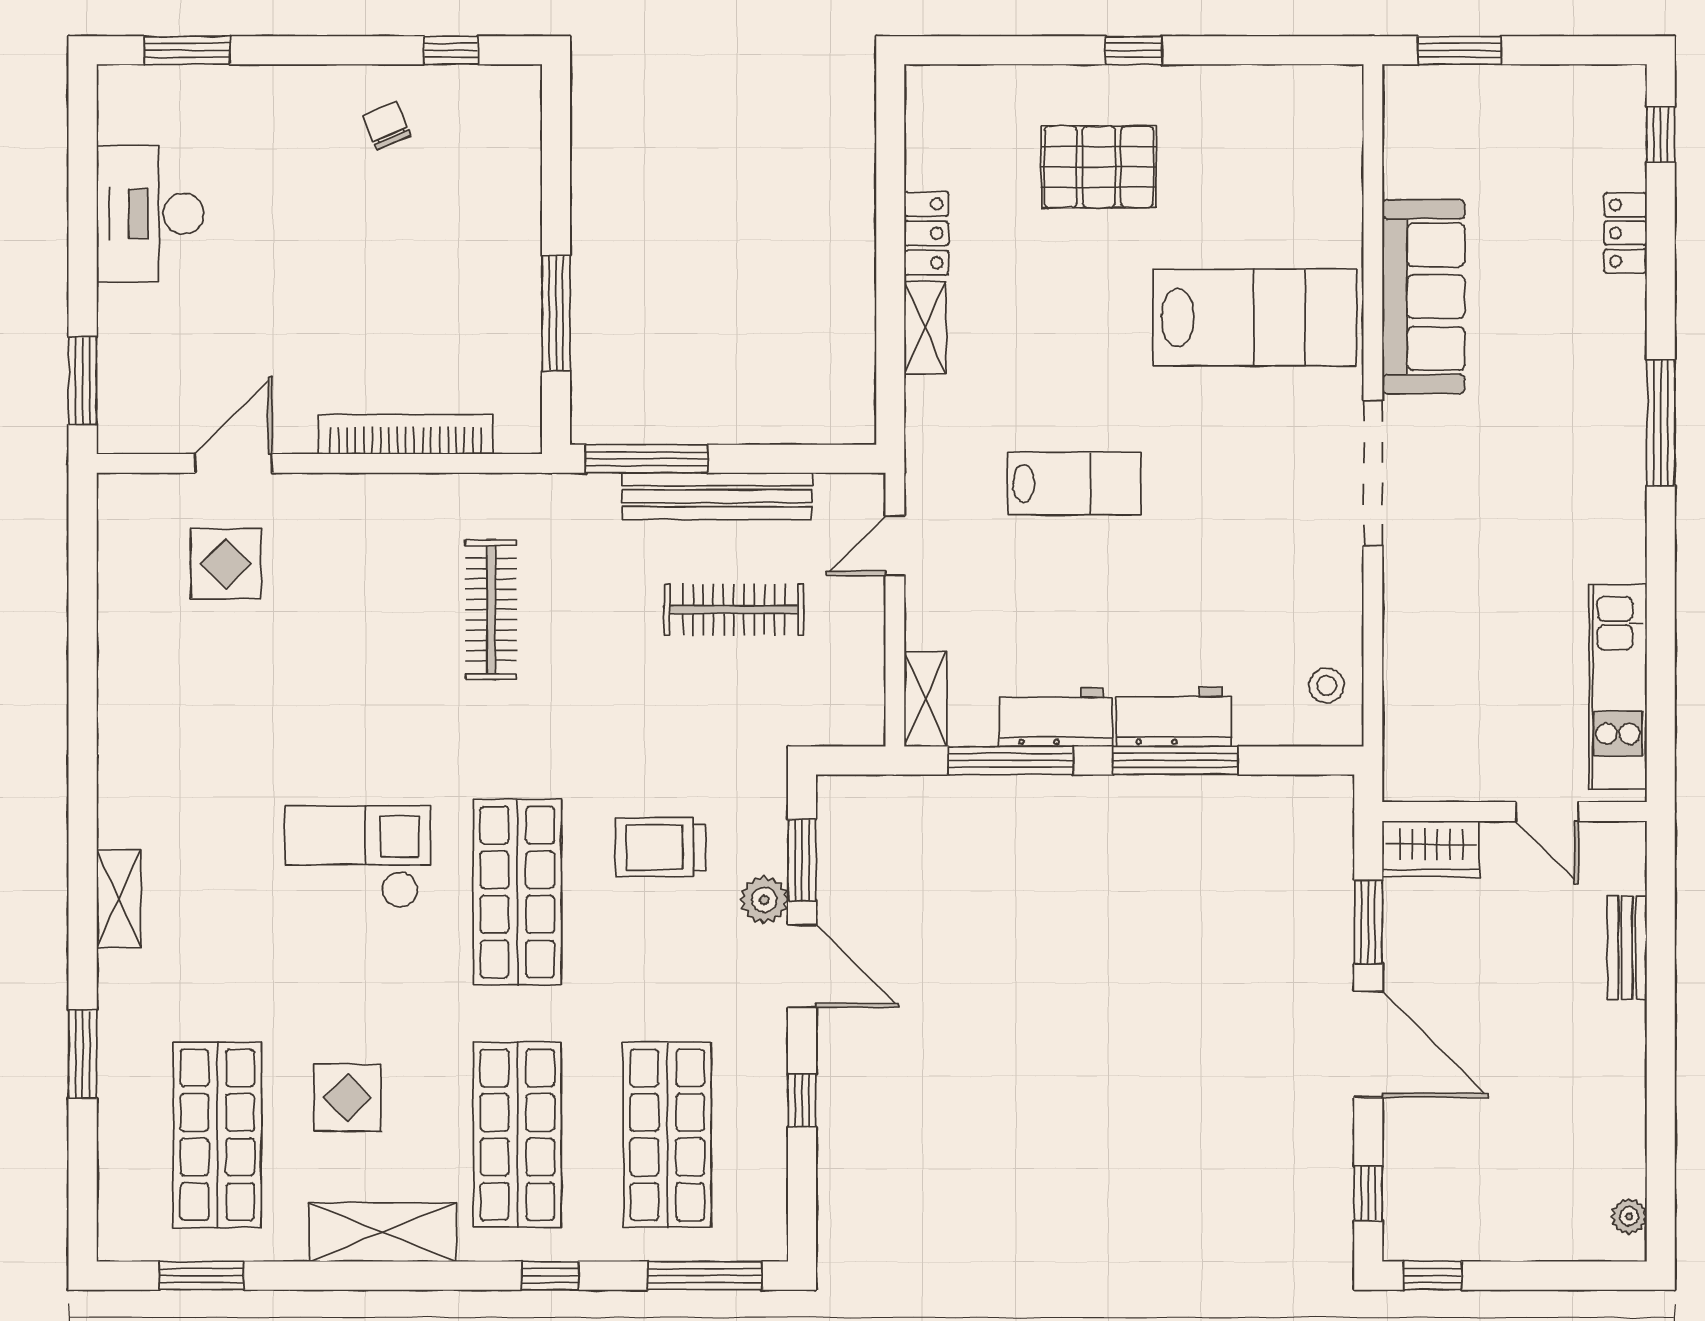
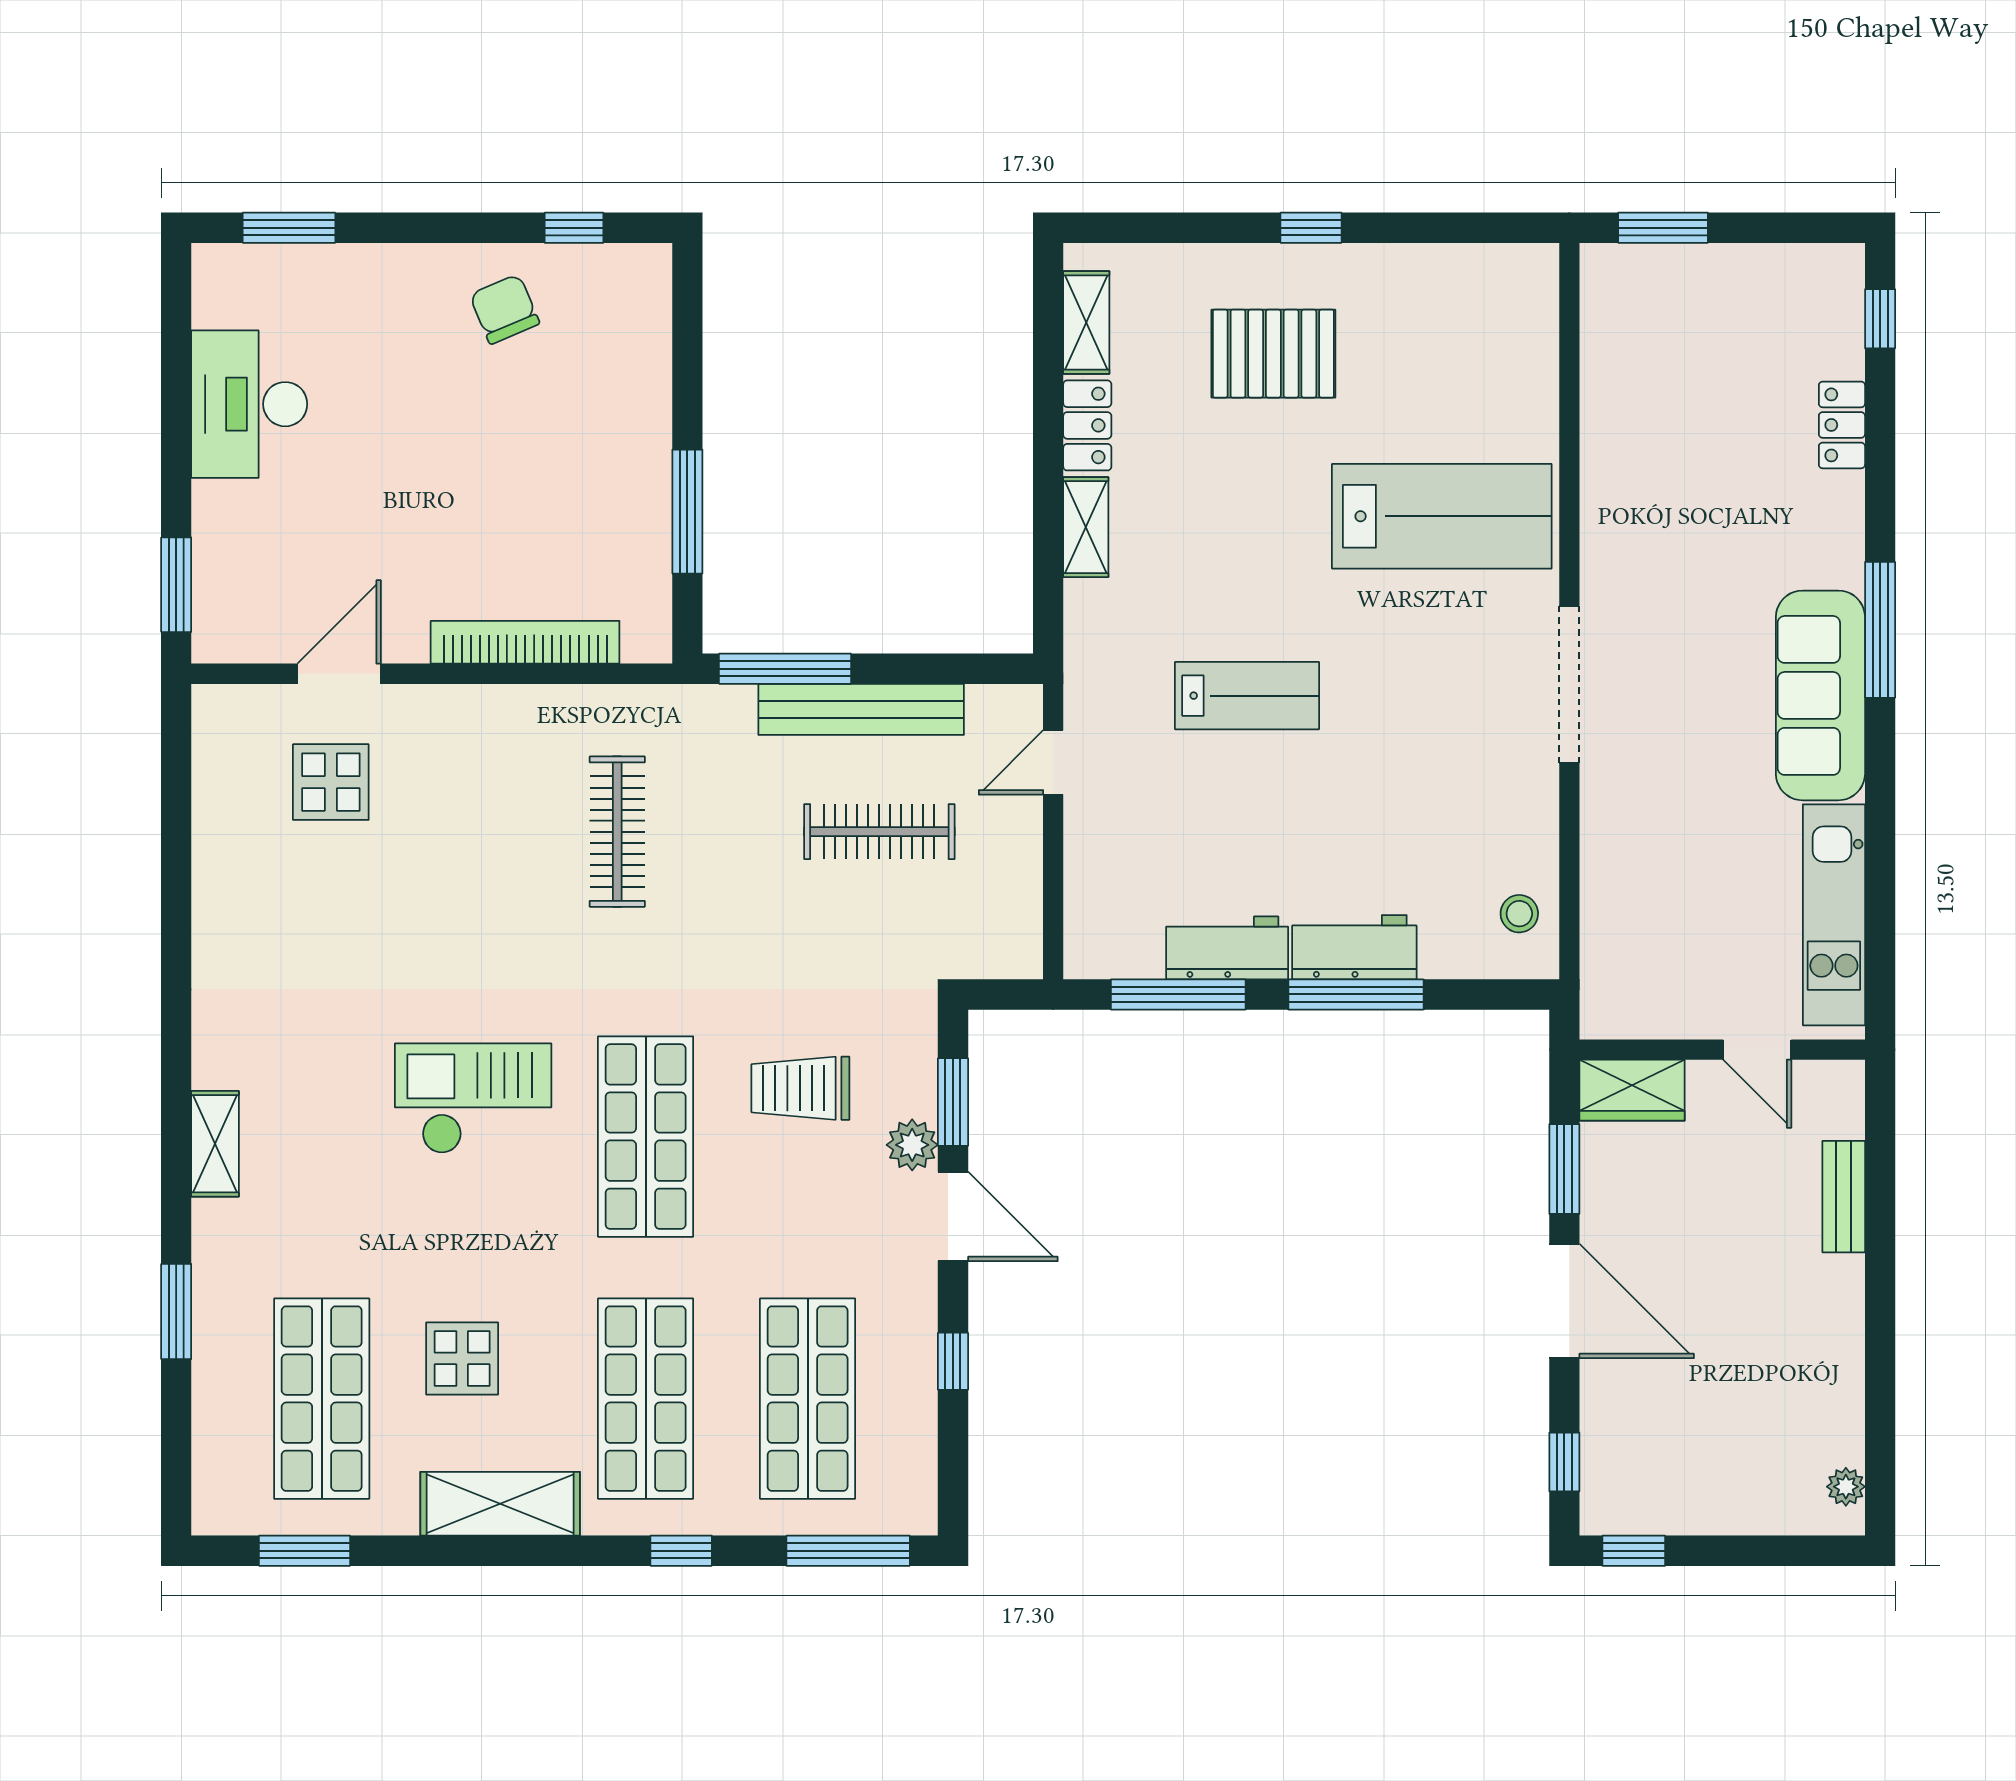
chair: (387, 126) -> (505, 309), width x1.37, depth x1.37
sofa: (1424, 297) -> (1820, 695), moved, turned 180
shelving: (926, 699) -> (1086, 322), moved

